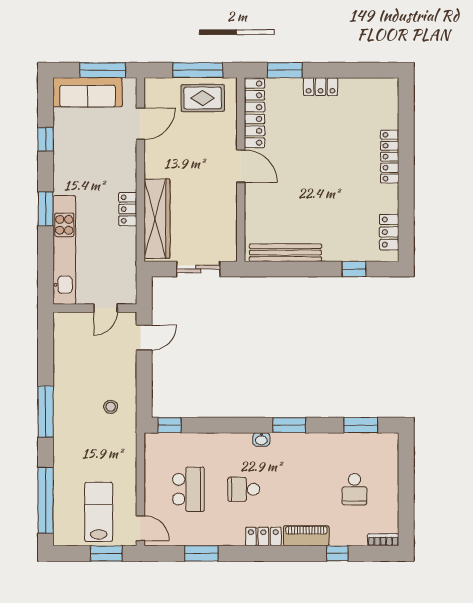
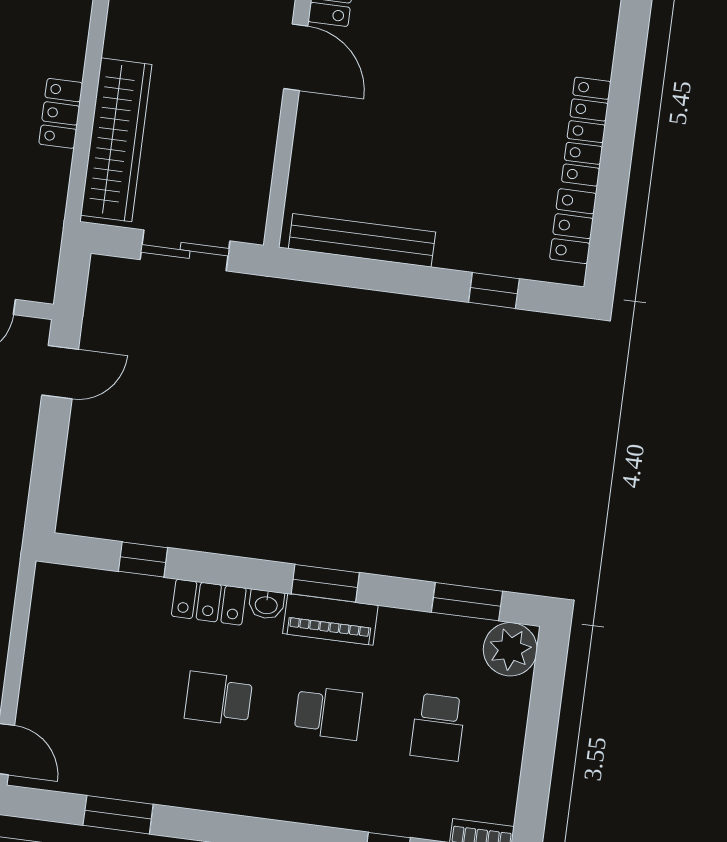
locker: (390, 157) -> (586, 132), moved
window: (170, 425) -> (143, 560), moved
plant: (385, 446) -> (510, 649), added
school desk: (188, 489) -> (328, 713), moved, width x0.54
locker: (263, 536) -> (209, 602), moved, turned 180
piano: (306, 536) -> (330, 619), moved, turned 180

